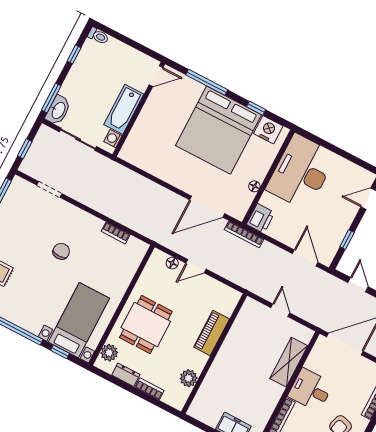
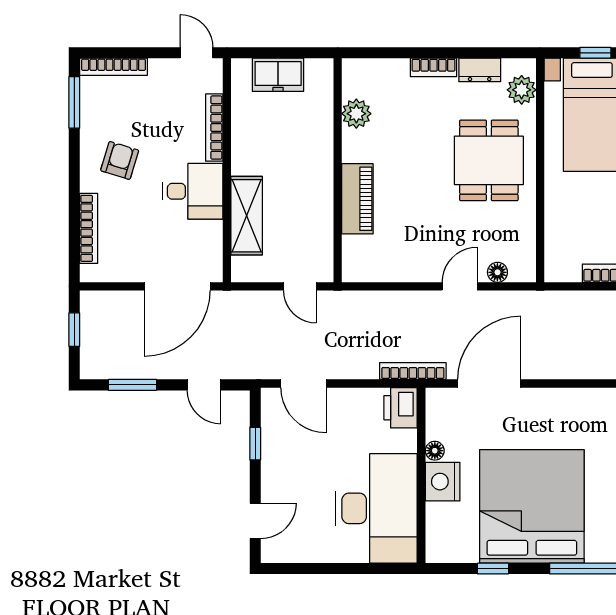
nightstand: (268, 130) -> (443, 482), moved, turned 90
piano: (212, 333) -> (357, 199), moved
wall: (214, 354) -> (338, 170), moved
plant: (189, 378) -> (356, 114), moved

